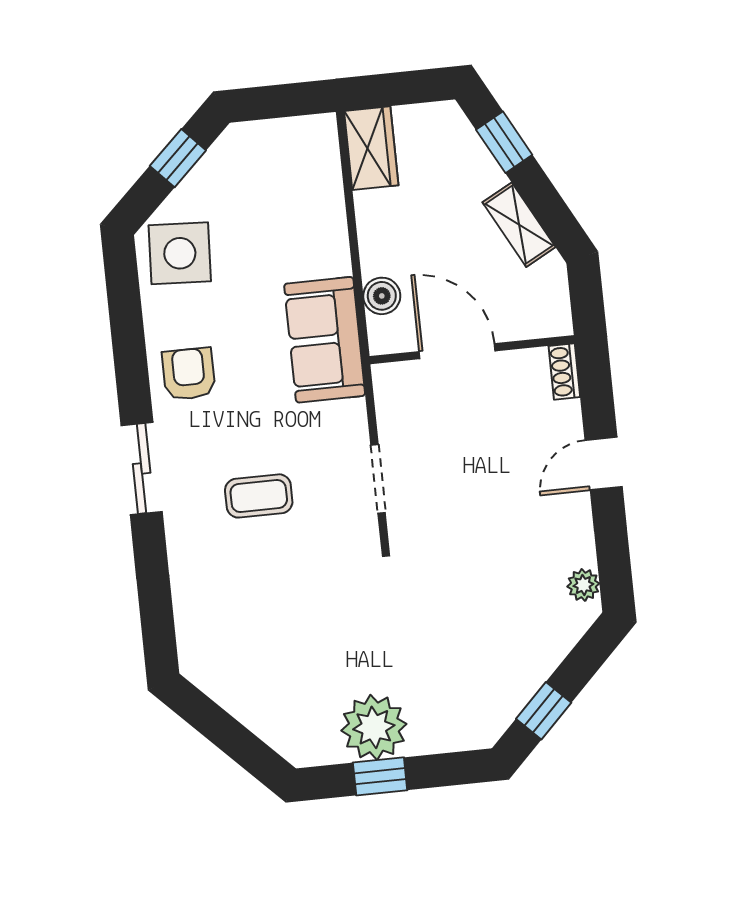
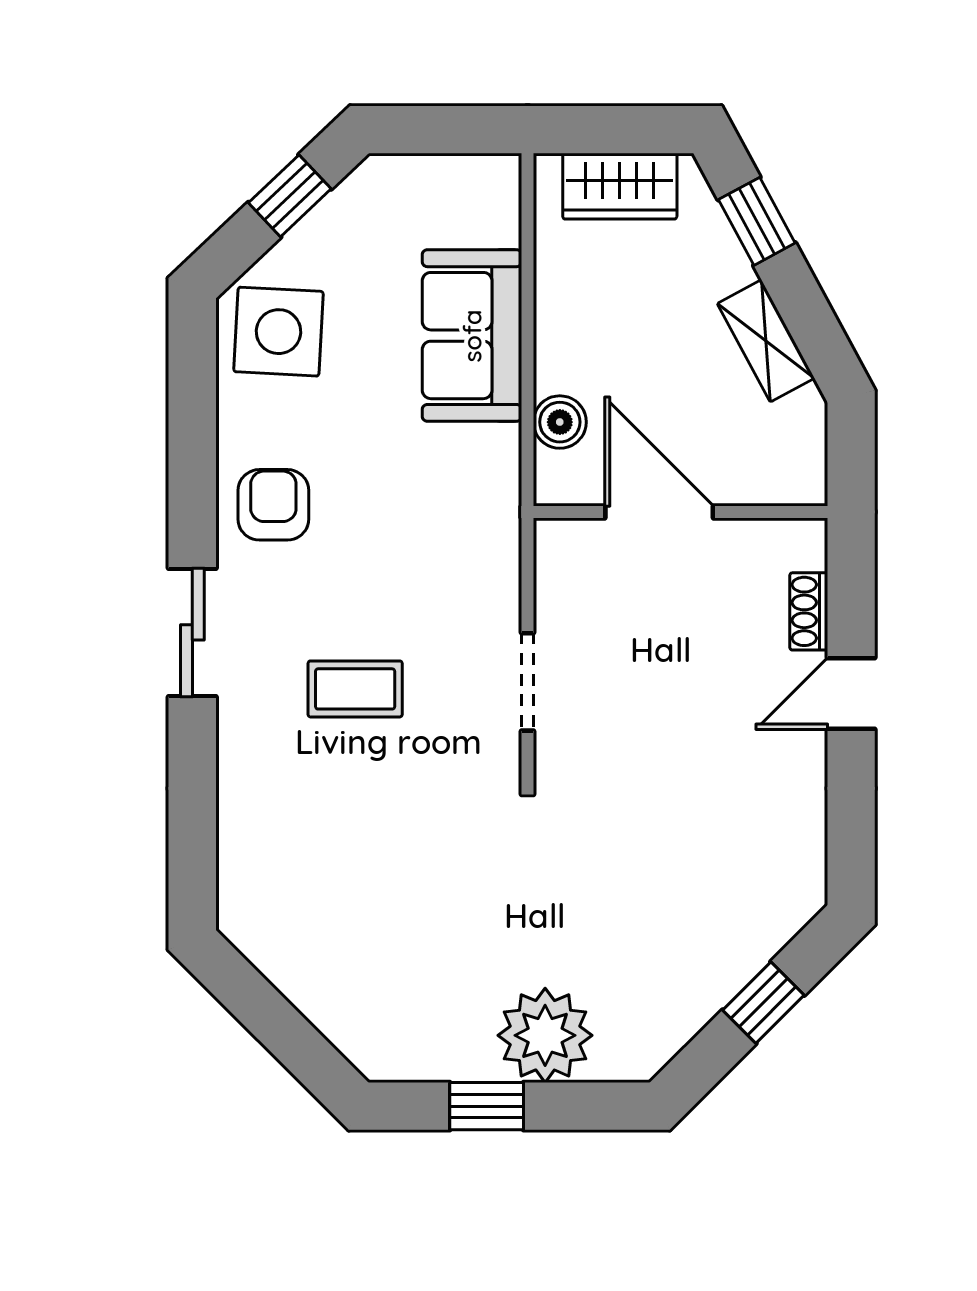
wardrobe: (371, 148) -> (620, 186), moved, turned 90
sofa: (325, 340) -> (472, 336), moved
shoe rack: (564, 371) -> (809, 611), moved
plant: (583, 585) -> (804, 863), removed
window: (544, 711) -> (763, 1003), moved
plant: (374, 727) -> (545, 1035), moved

